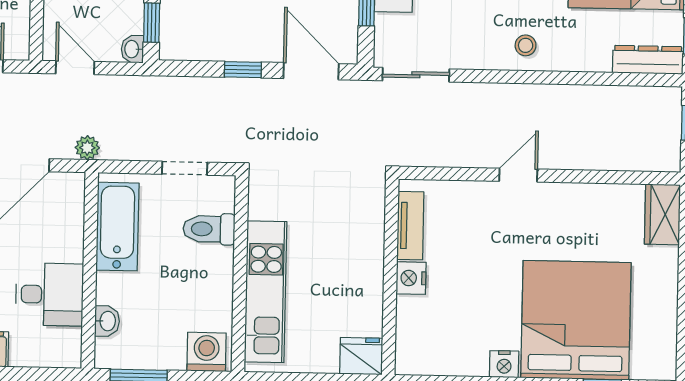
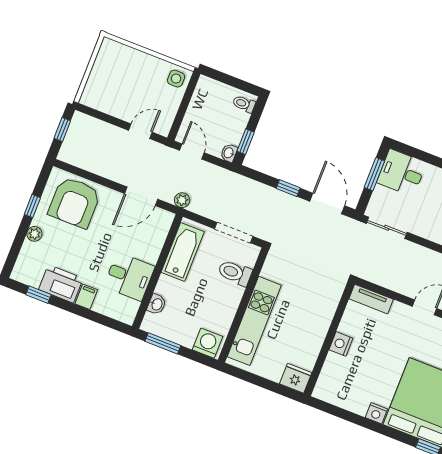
doorway: (185, 168) -> (234, 233), width x1.38
tv unit: (410, 226) -> (371, 299), moved, turned 90

